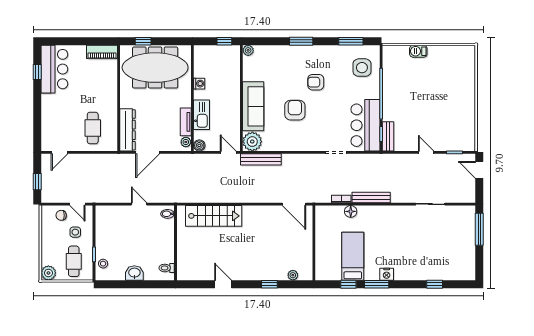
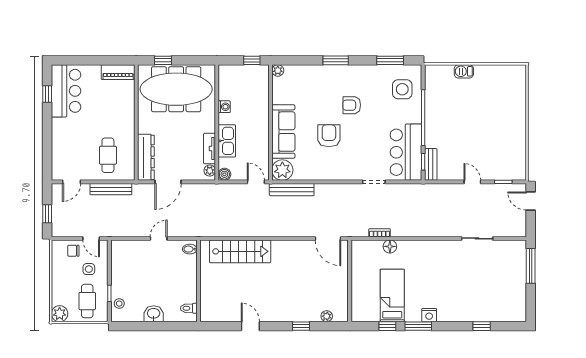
bench: (371, 197) -> (111, 189), moved
door: (139, 204) -> (159, 238), hinge flipped

